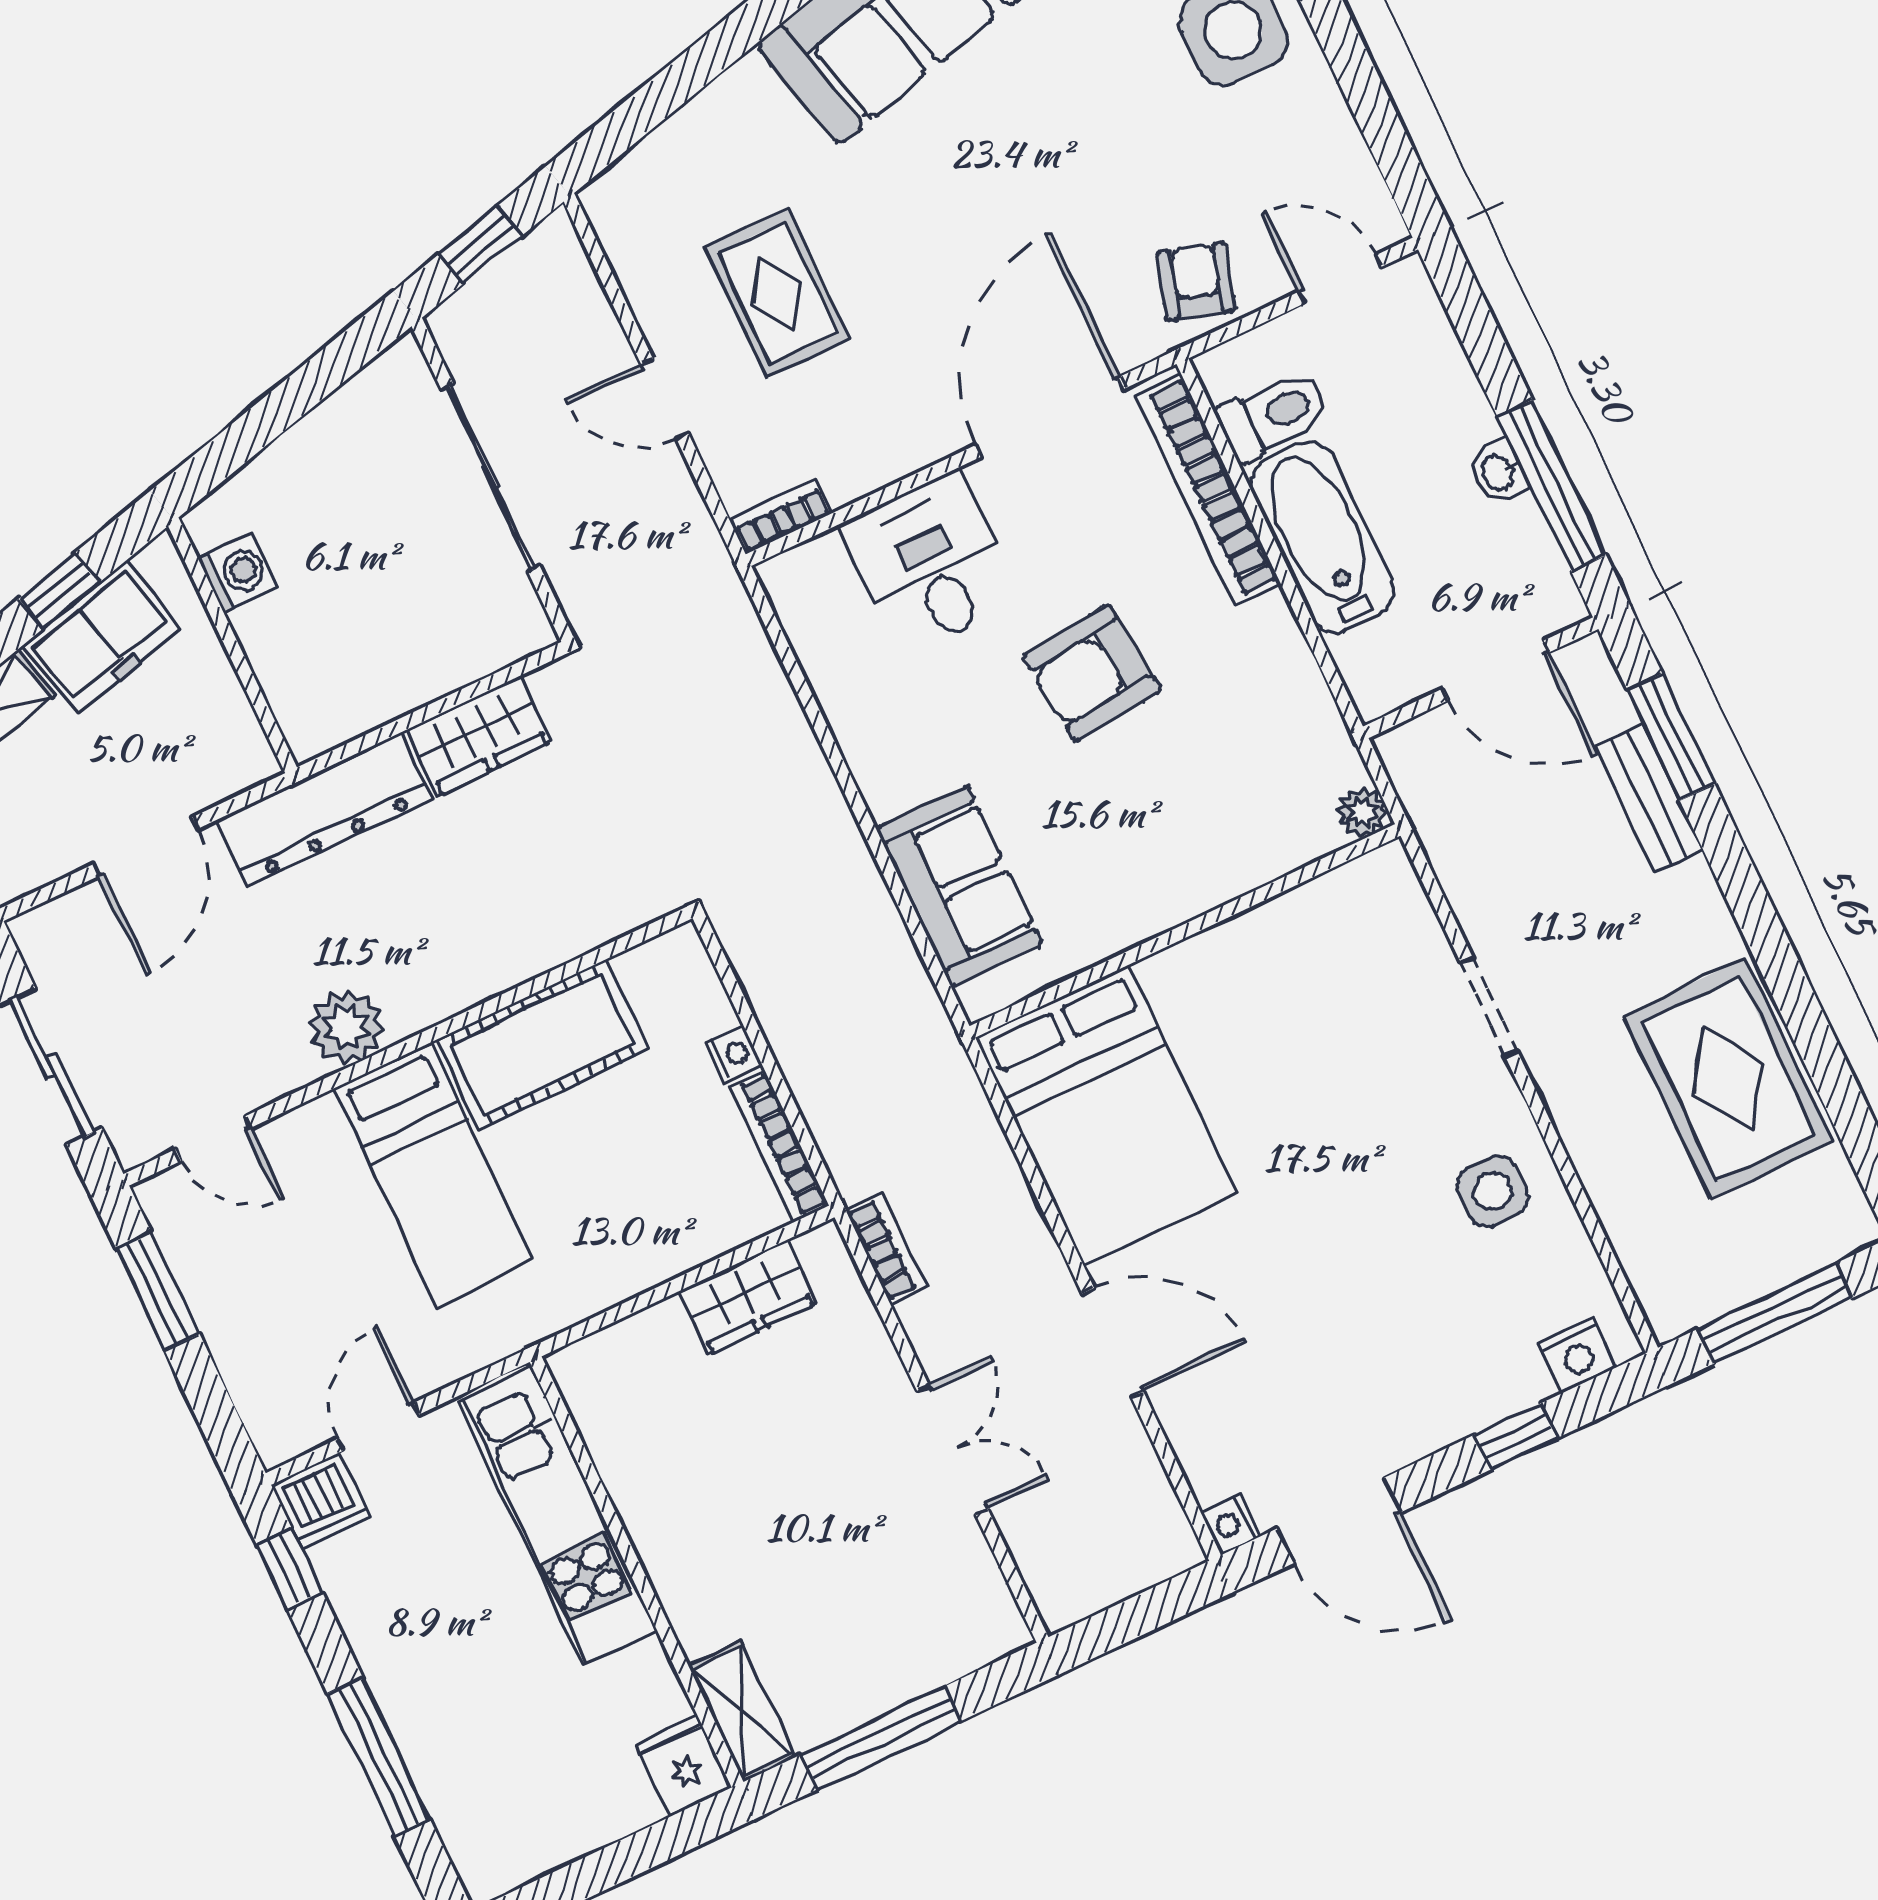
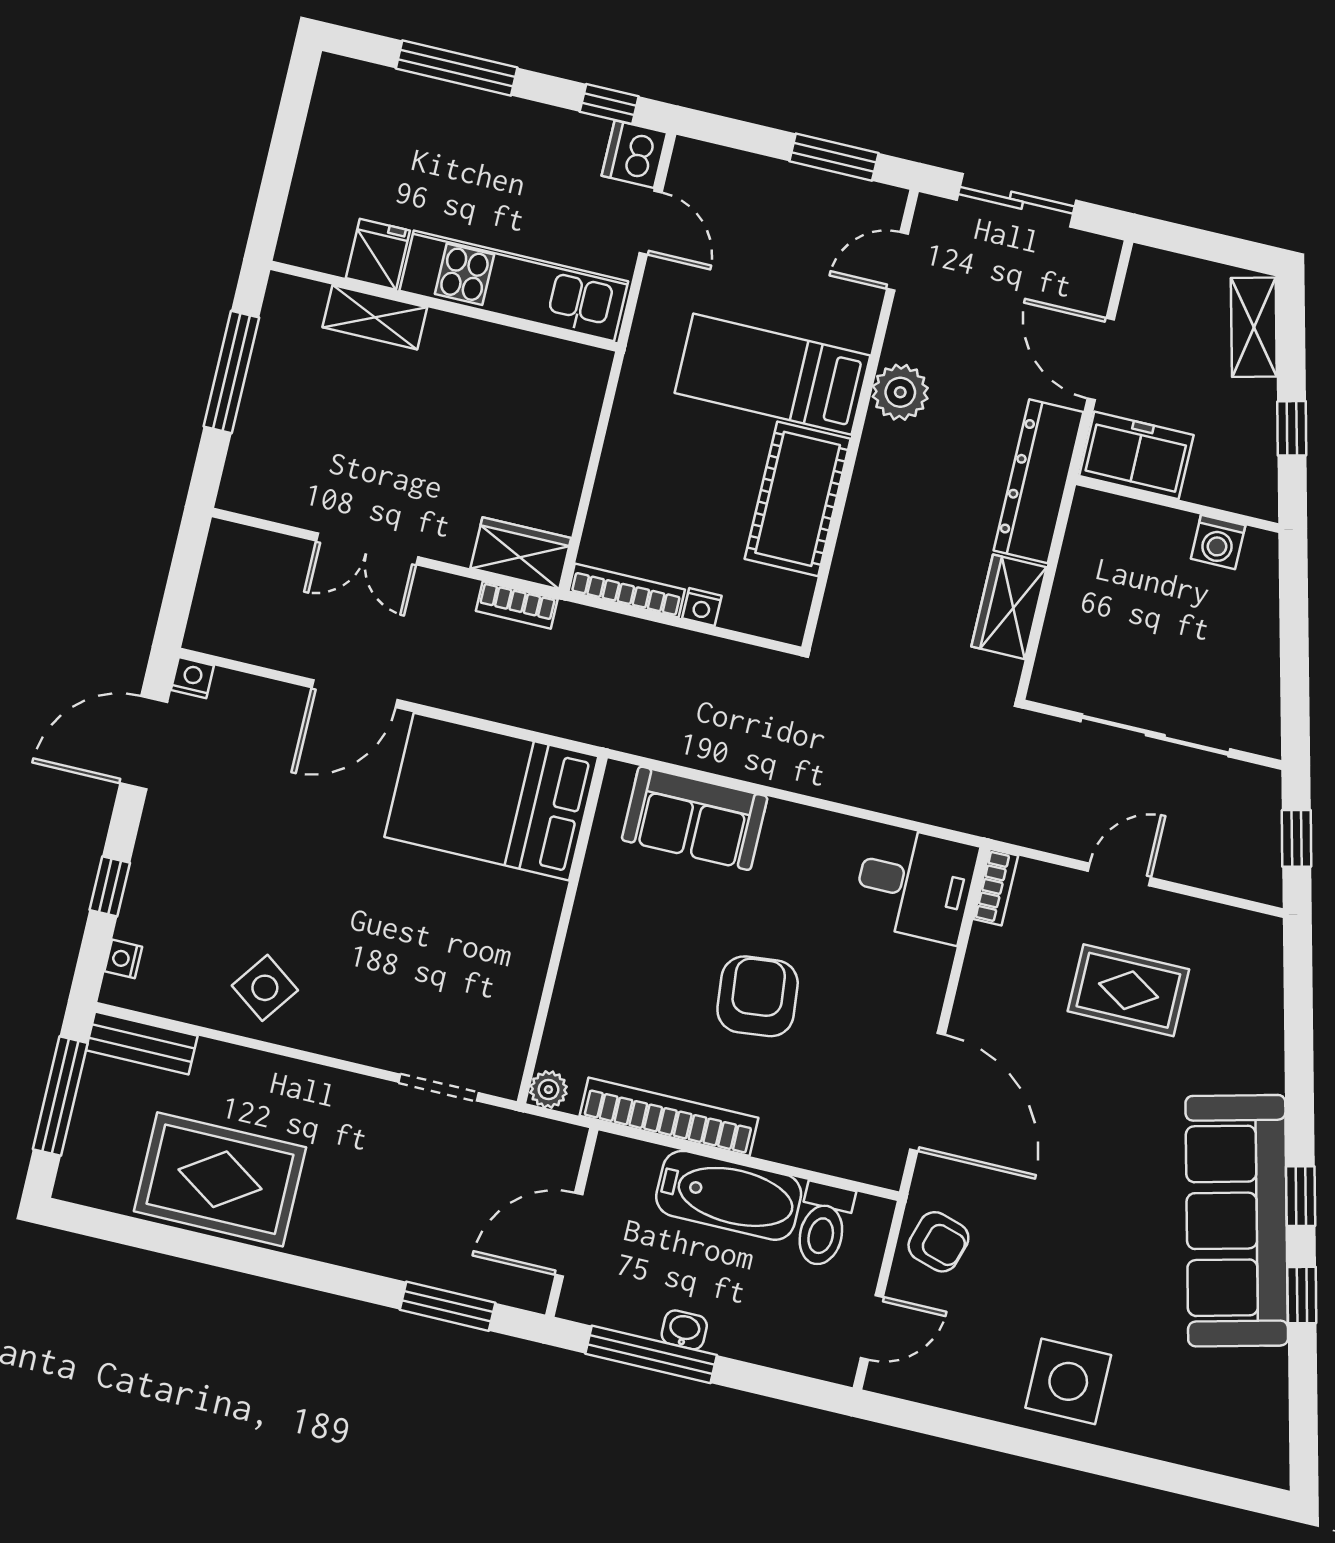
bookcase: (1208, 490) -> (669, 1117), moved
desk: (930, 562) -> (915, 884), moved
freezer: (102, 637) -> (1136, 455), moved, turned 104
bench: (1649, 798) -> (142, 1043), moved
doorway: (1489, 1007) -> (439, 1088), moved
side table: (1492, 1191) -> (265, 988), turned 36
wardrobe: (747, 1297) -> (521, 553), moved, turned 90
nightstand: (1577, 1355) -> (123, 959), width x0.72, depth x0.74
shelving: (742, 1711) -> (375, 317), moved
fridge: (684, 1765) -> (378, 254), moved, turned -90

